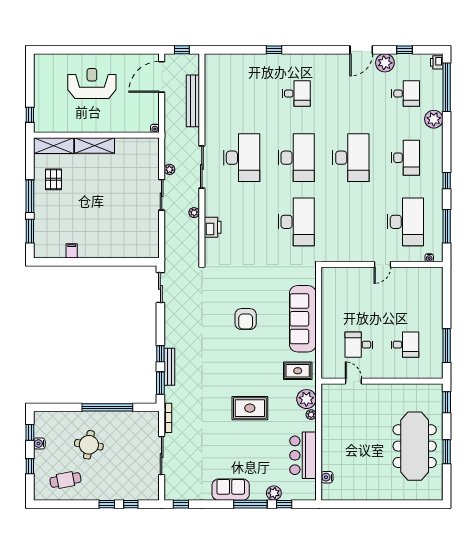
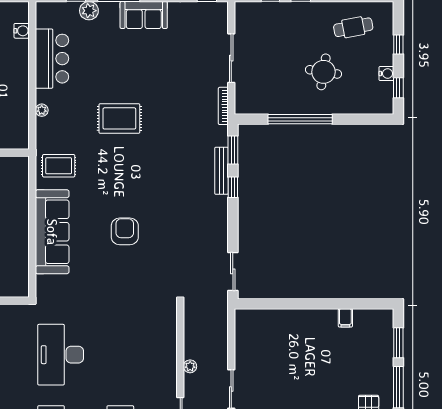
printer: (213, 227) -> (167, 348), removed
plant: (306, 399) -> (48, 130), removed

